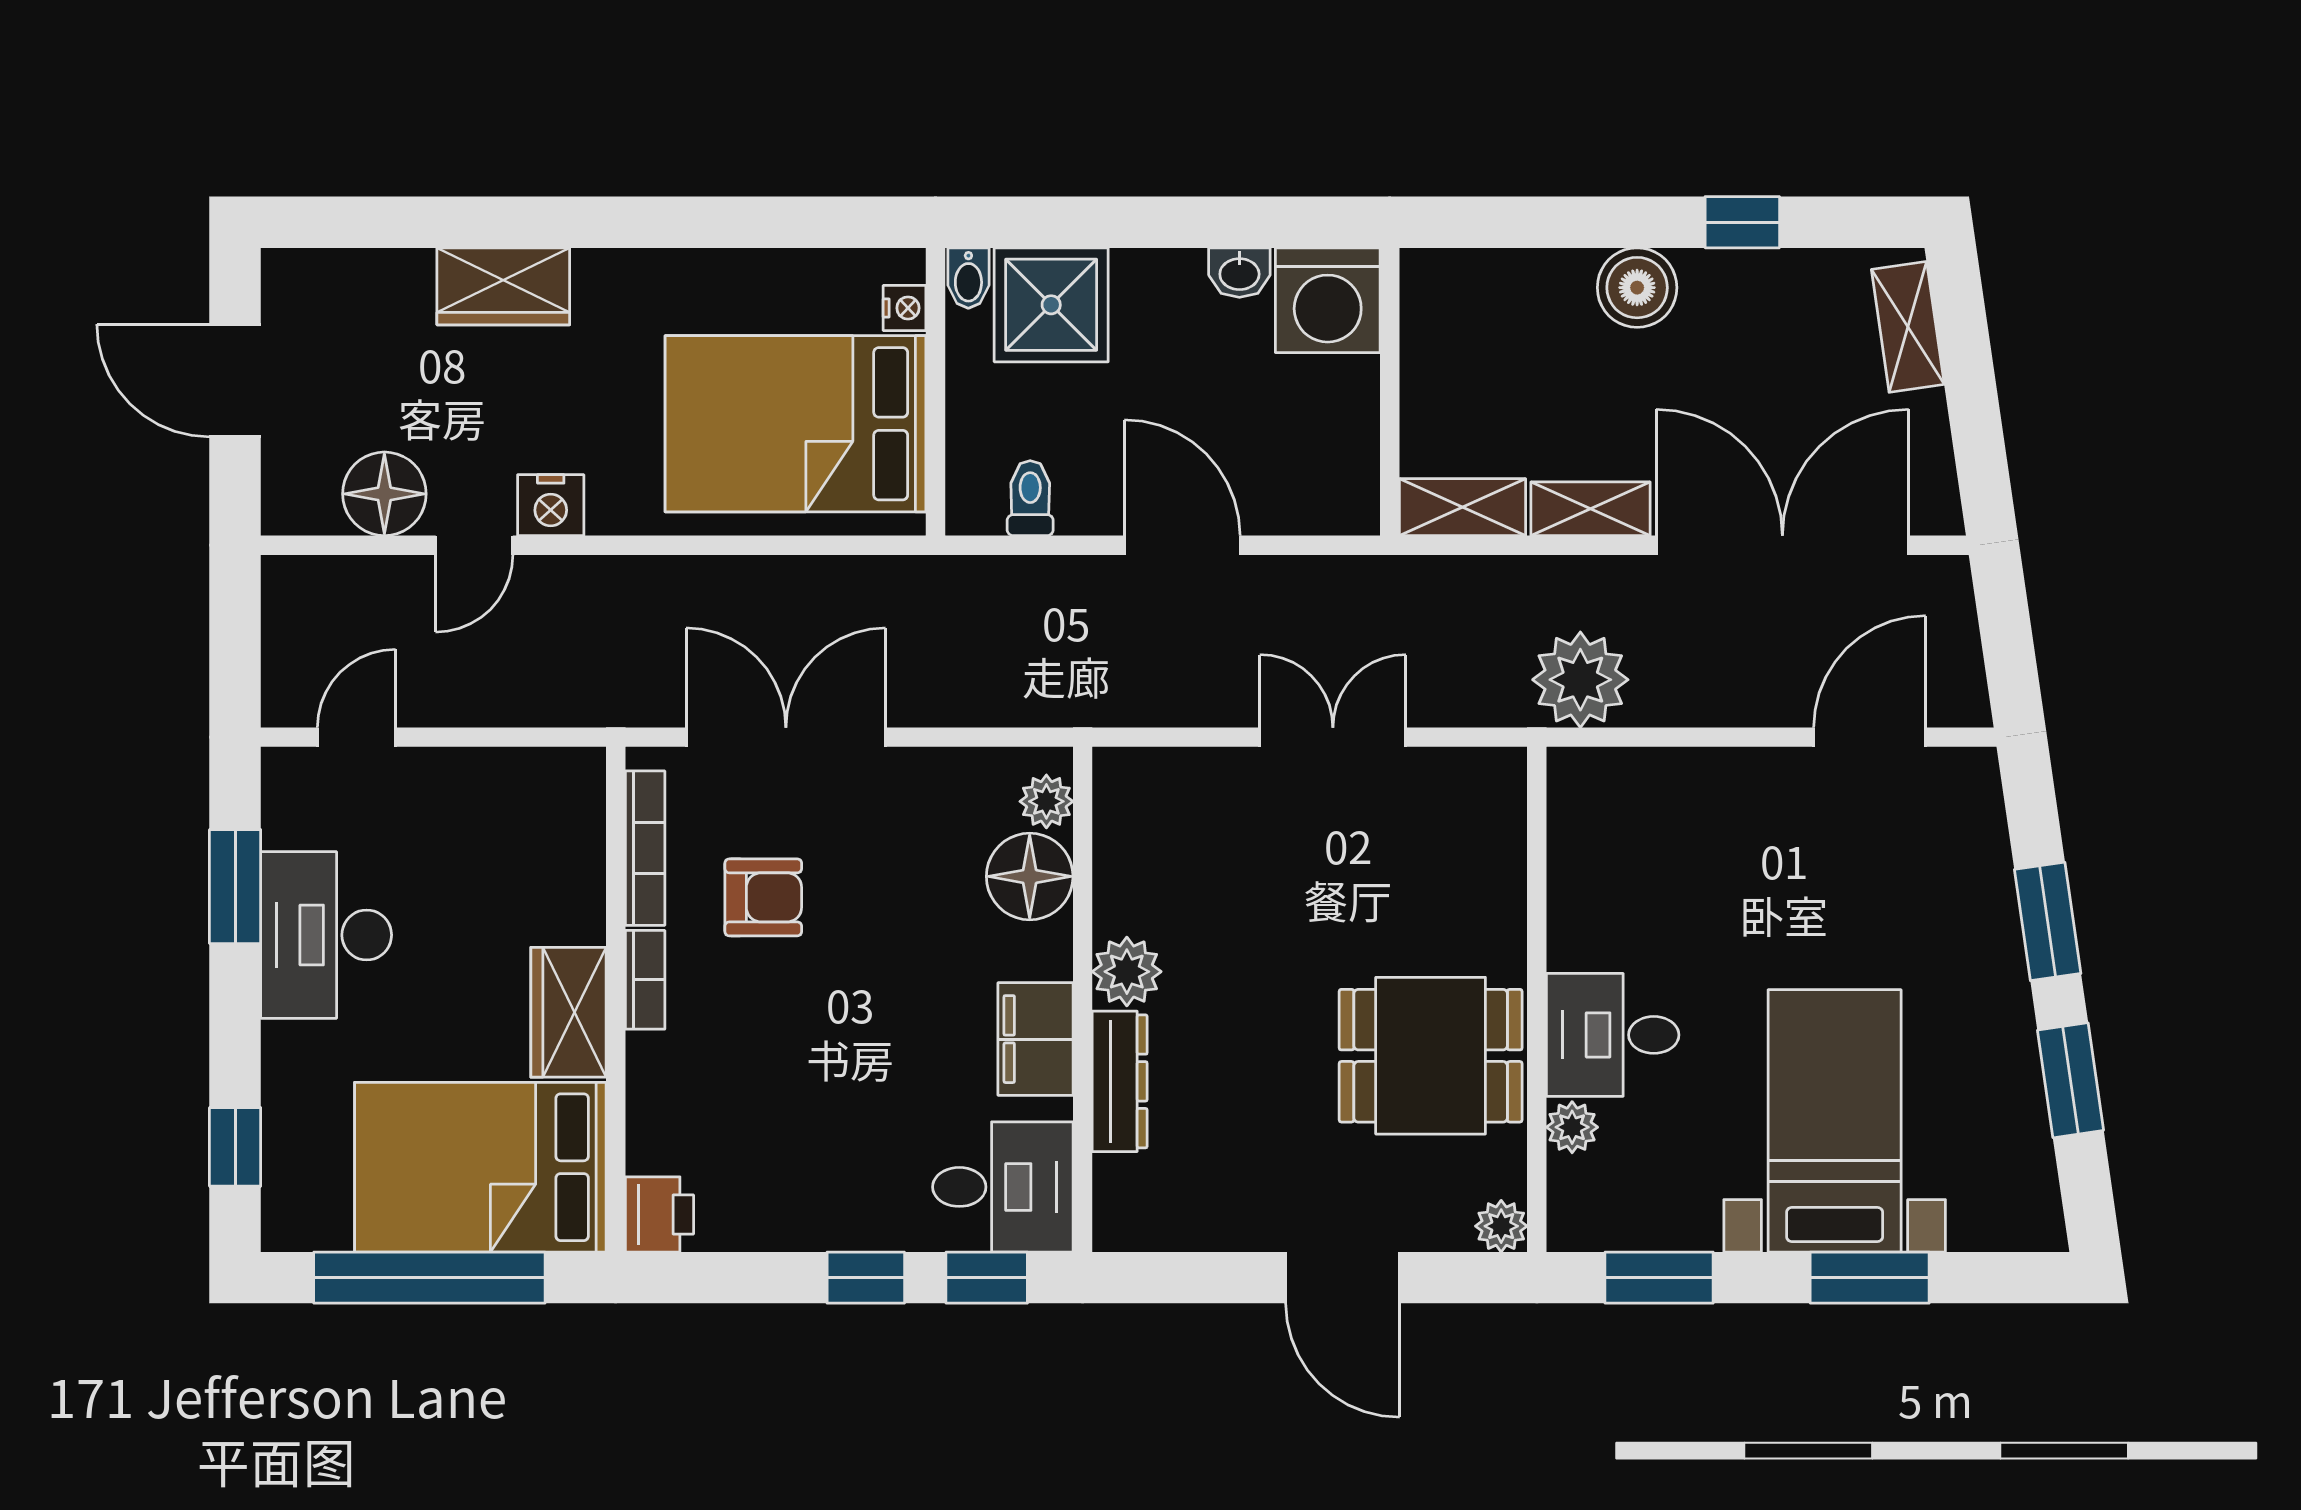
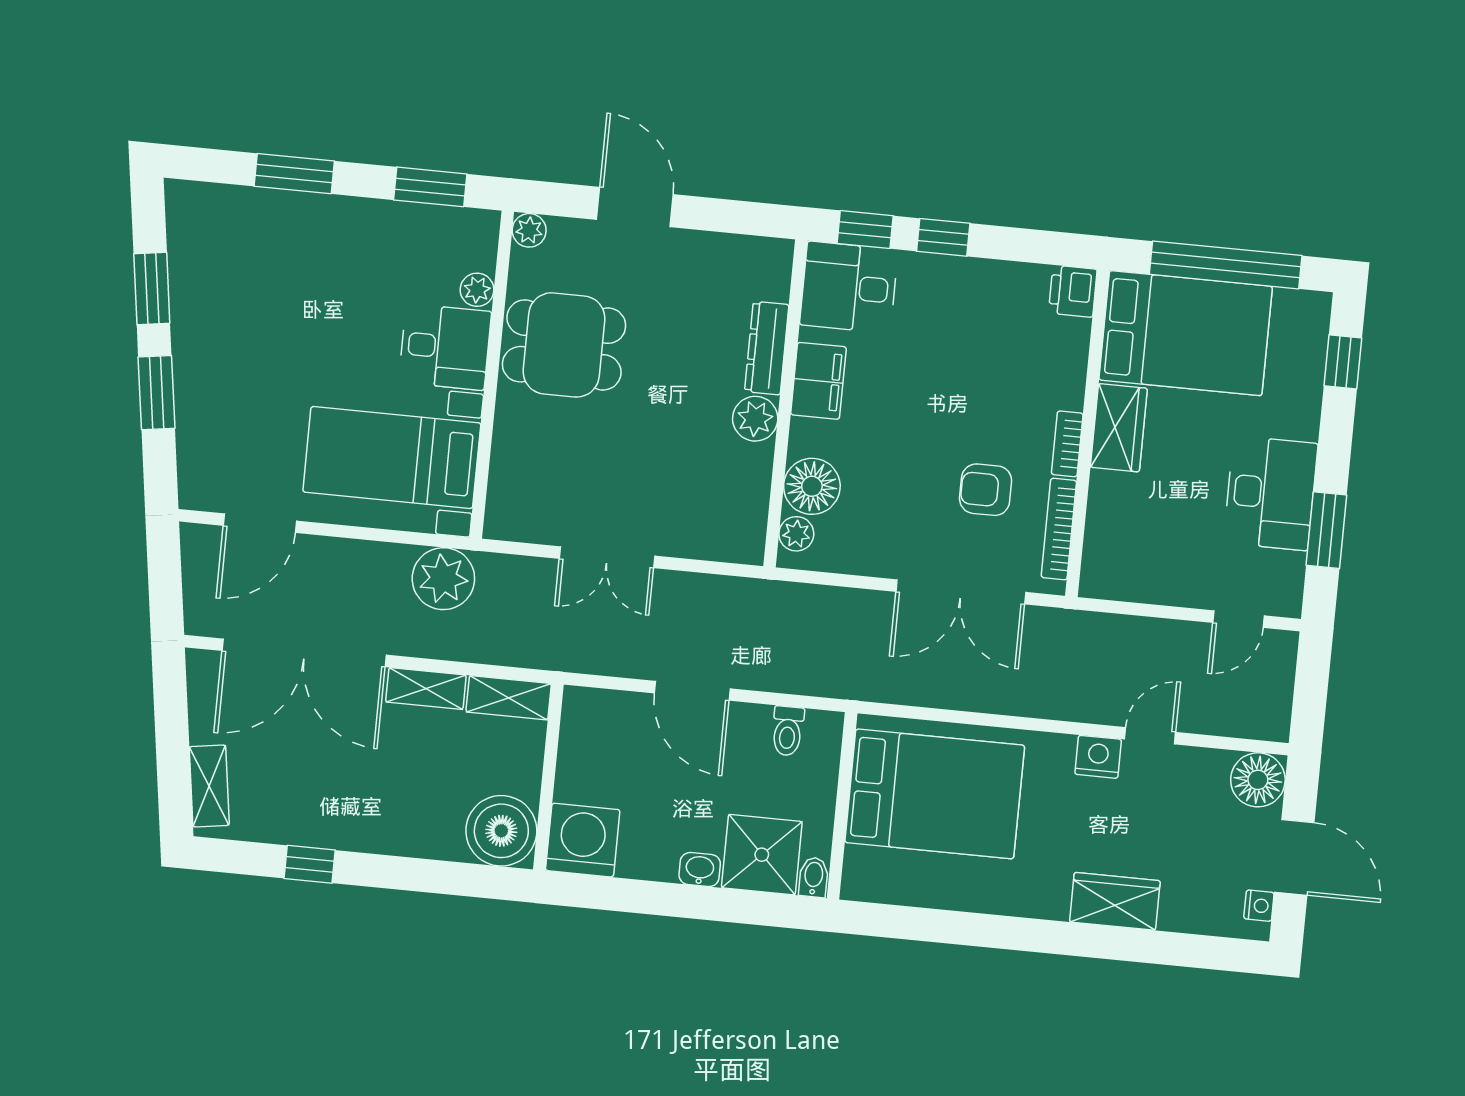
washbasin: (1239, 273) -> (700, 870), moved
boiler: (1637, 288) -> (501, 831), moved, width x1.37, depth x1.37
nightstand: (905, 308) -> (1259, 906), moved, turned 180
floor lamp: (384, 494) -> (1258, 780), moved
bed with nightstands: (1835, 1121) -> (392, 457), moved, turned 90

